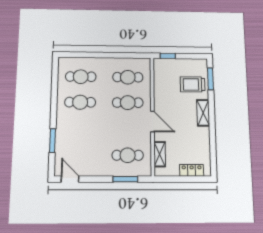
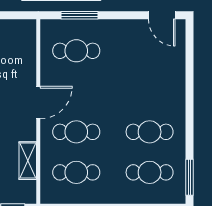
door: (152, 121) -> (38, 103), swing flipped
window: (53, 141) -> (190, 177), moved
shelving: (160, 154) -> (28, 161), moved

